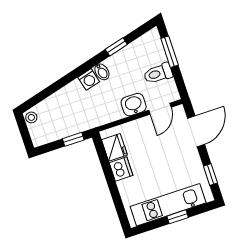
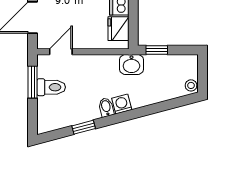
window: (170, 52) -> (33, 82), moved
washbasin: (134, 105) -> (131, 64), moved

